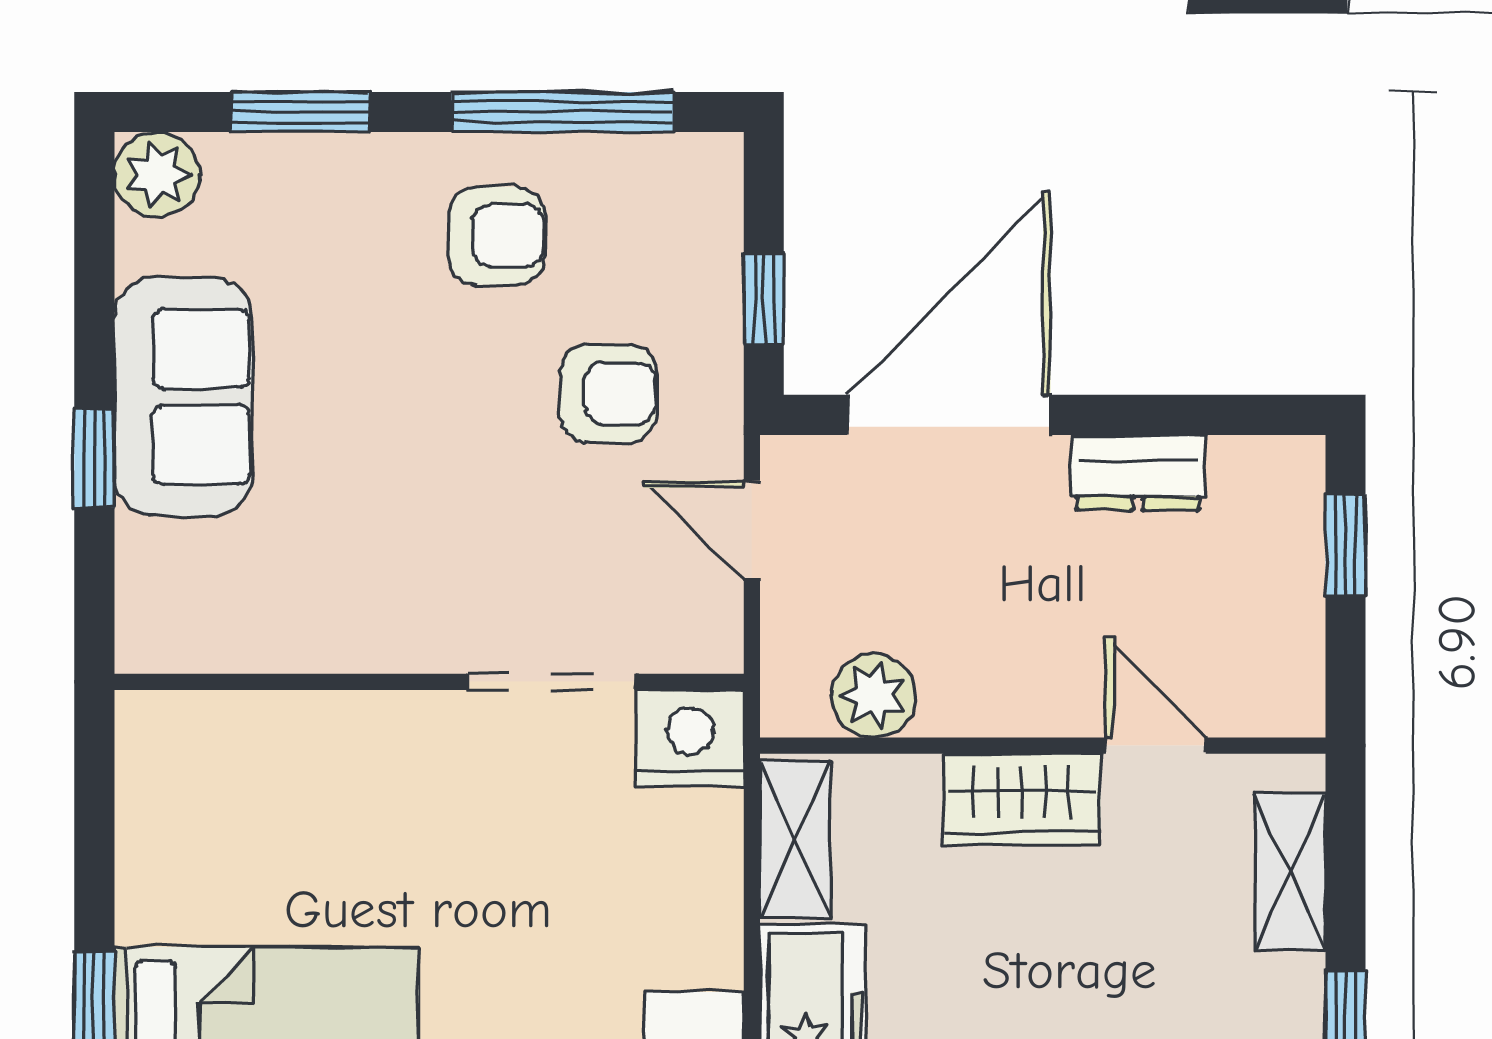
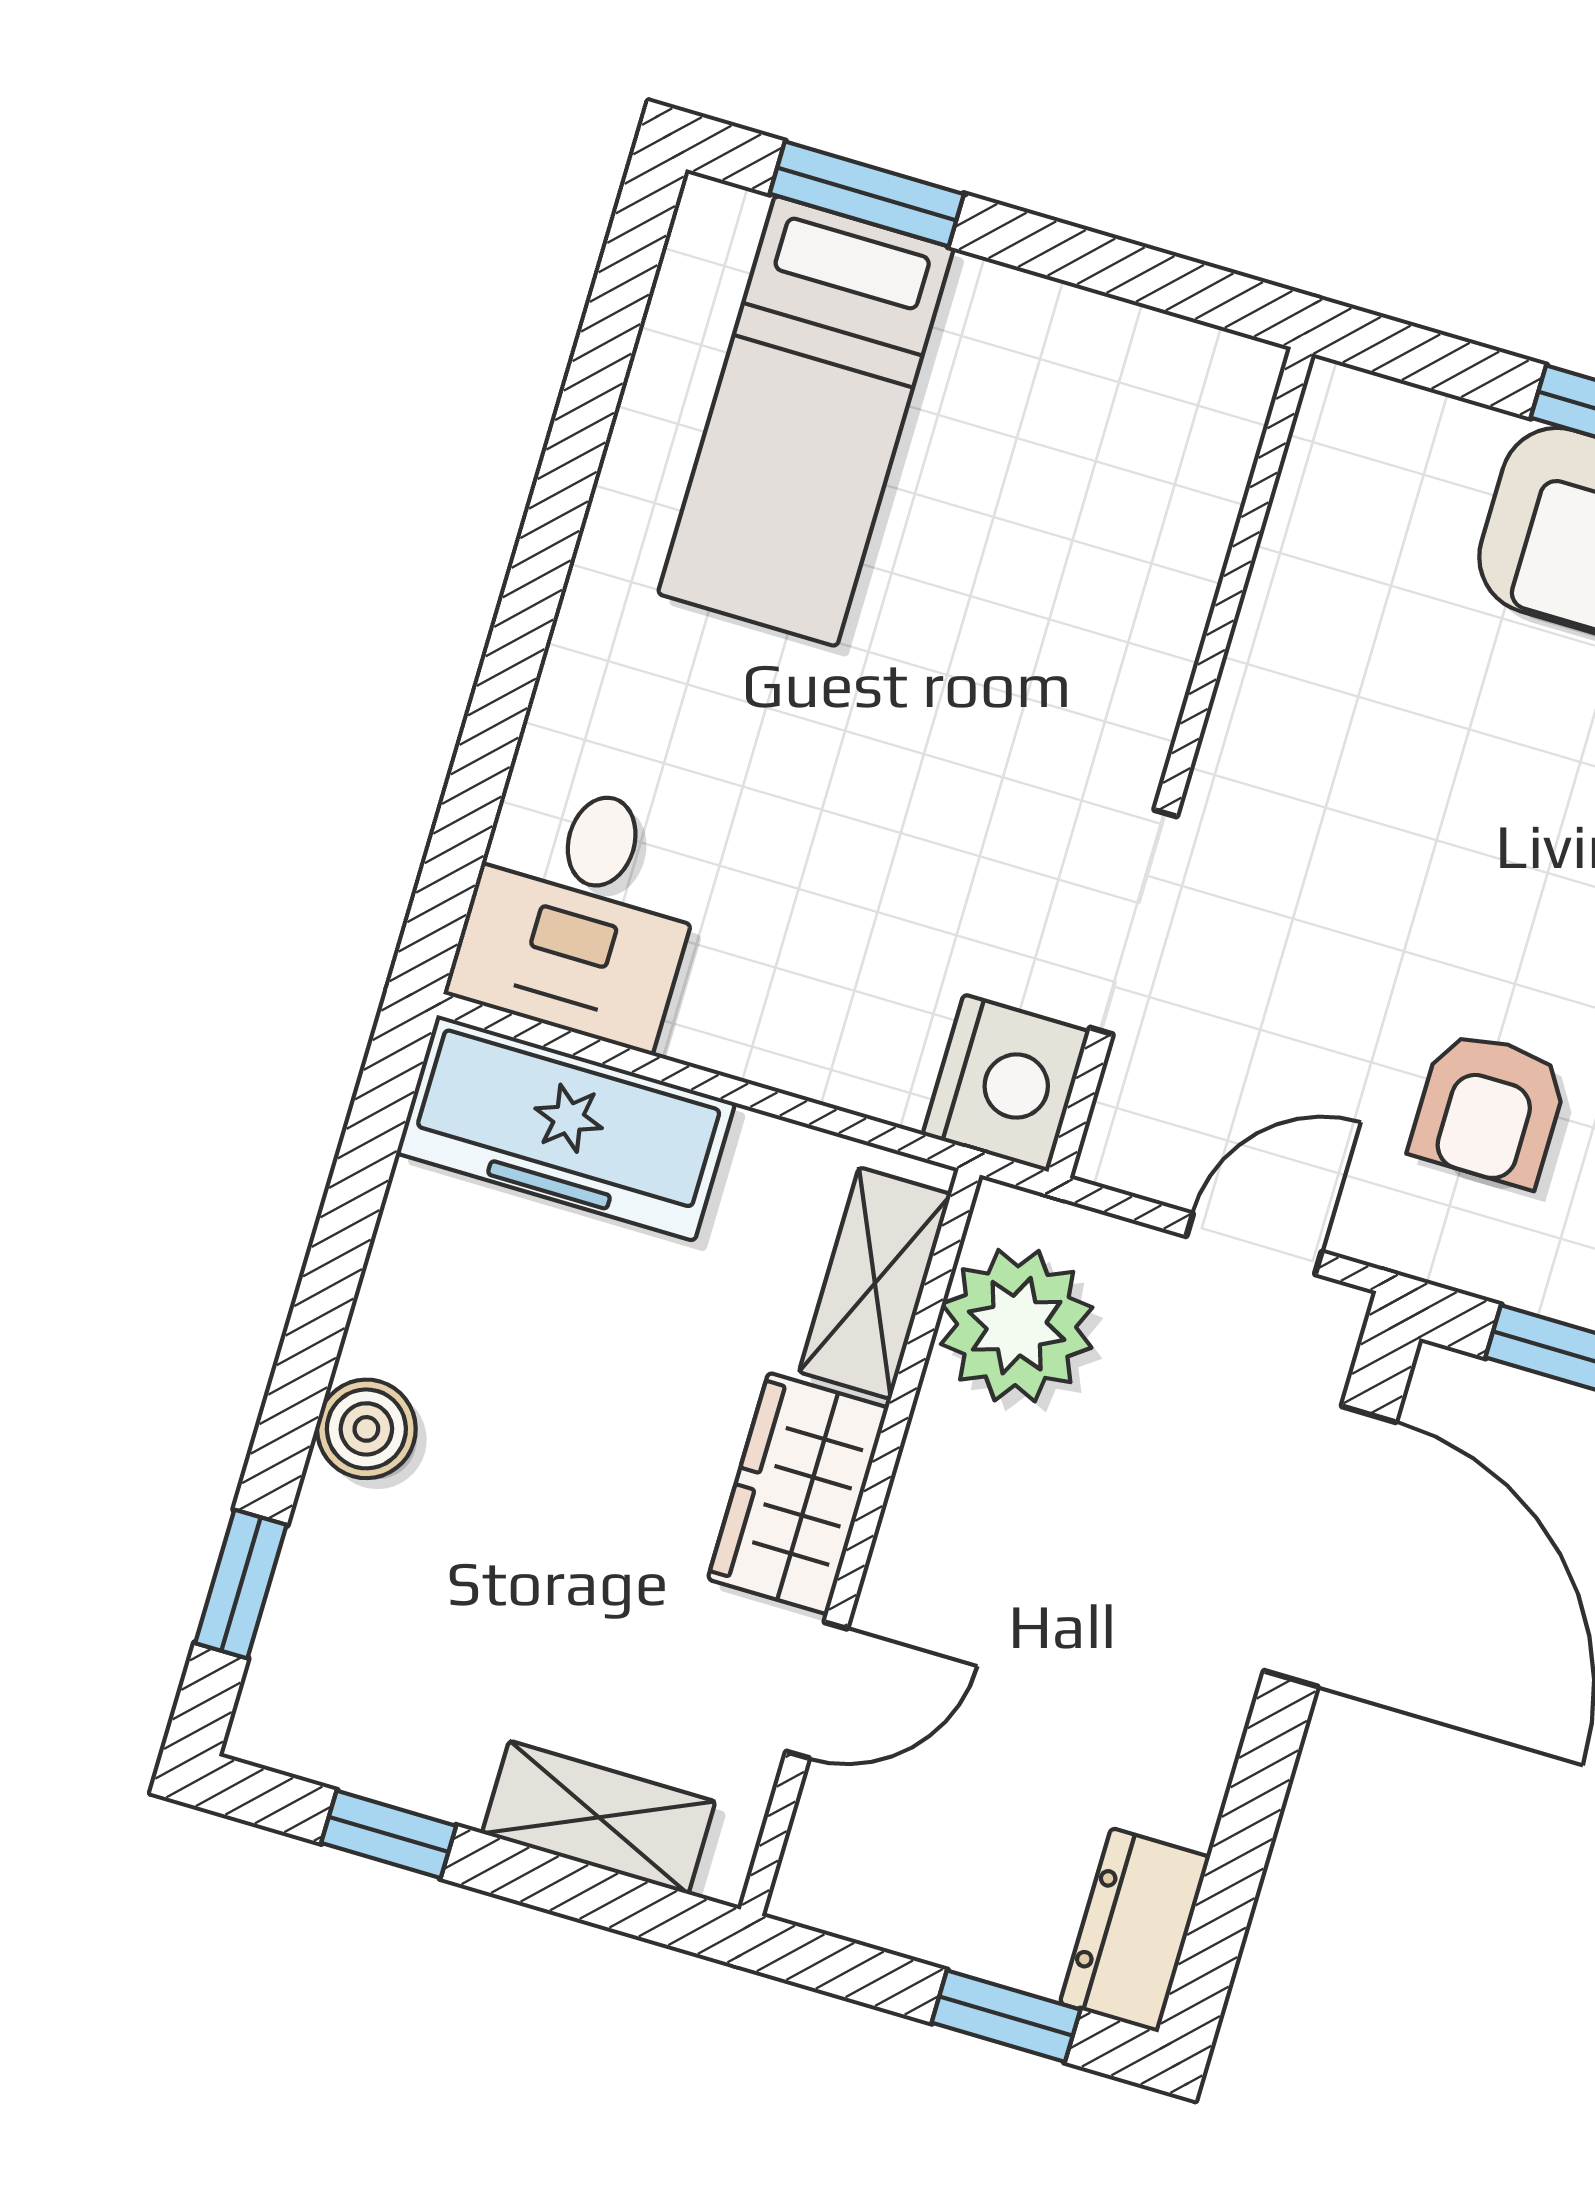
dresser: (1138, 472) -> (1135, 1930), moved
plant: (874, 696) -> (1017, 1326), width x1.36, depth x1.36
shelving: (795, 839) -> (875, 1283), moved, turned 90

